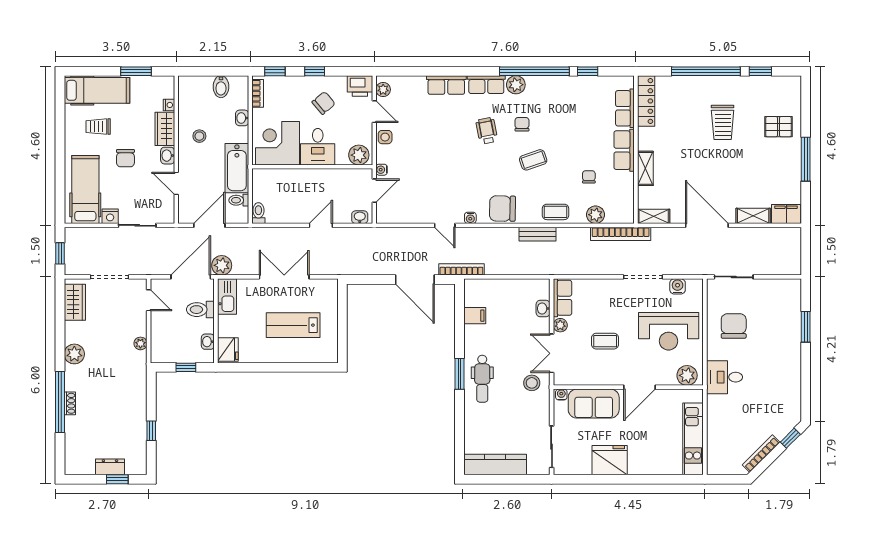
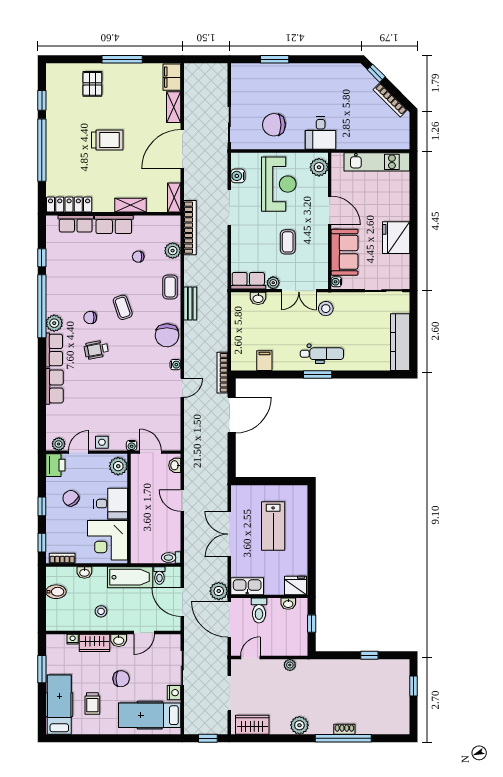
trolley: (723, 122) -> (107, 140), moved
dresser: (110, 467) -> (402, 693), removed

